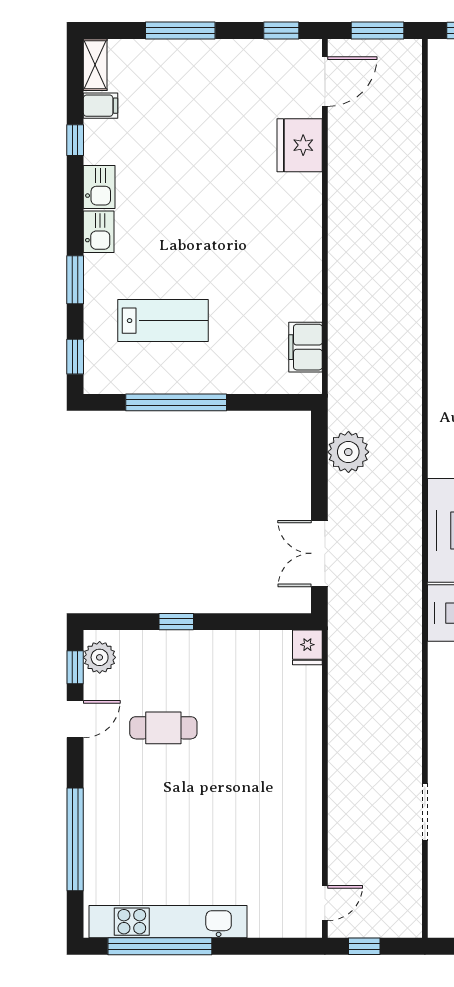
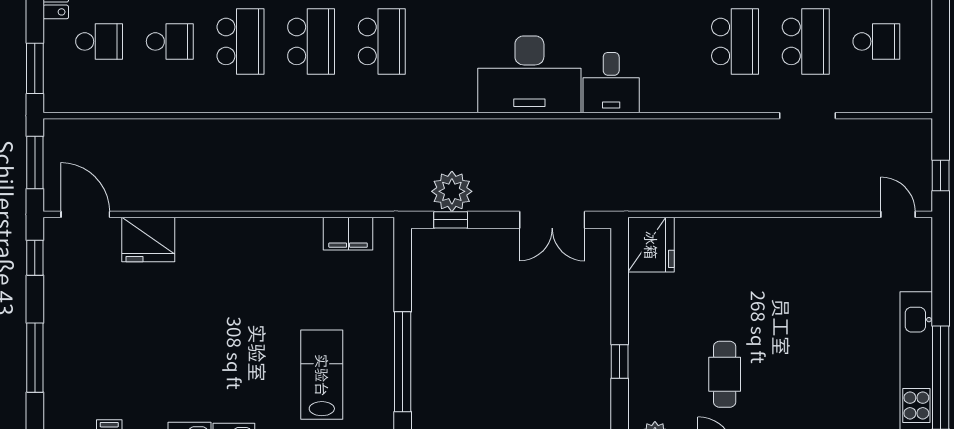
window: (319, 451) -> (451, 220), added
fridge: (307, 647) -> (651, 245), width x1.88, depth x1.34

